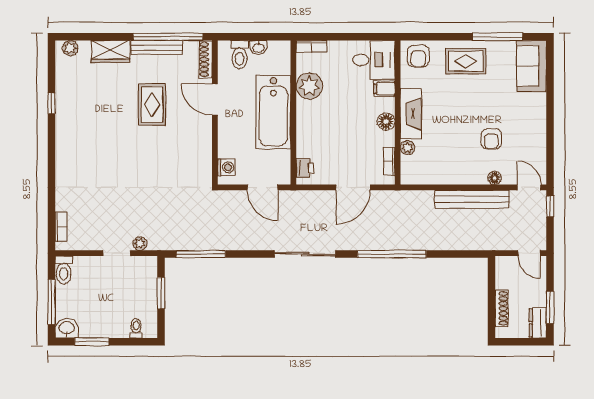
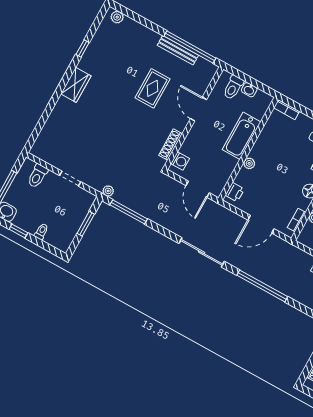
wardrobe: (111, 52) -> (76, 85), moved, turned -90
shoe rack: (206, 59) -> (171, 144), moved
plant: (309, 86) -> (249, 163), moved, width x0.53, depth x0.53
bathtub: (273, 112) -> (242, 136), width x0.73, depth x0.73
bookcase: (61, 227) -> (41, 139), removed
plant: (140, 244) -> (108, 191), moved
toilet: (64, 270) -> (37, 176), moved
toilet: (136, 328) -> (41, 232), moved
window: (92, 342) -> (18, 231), width x0.67

